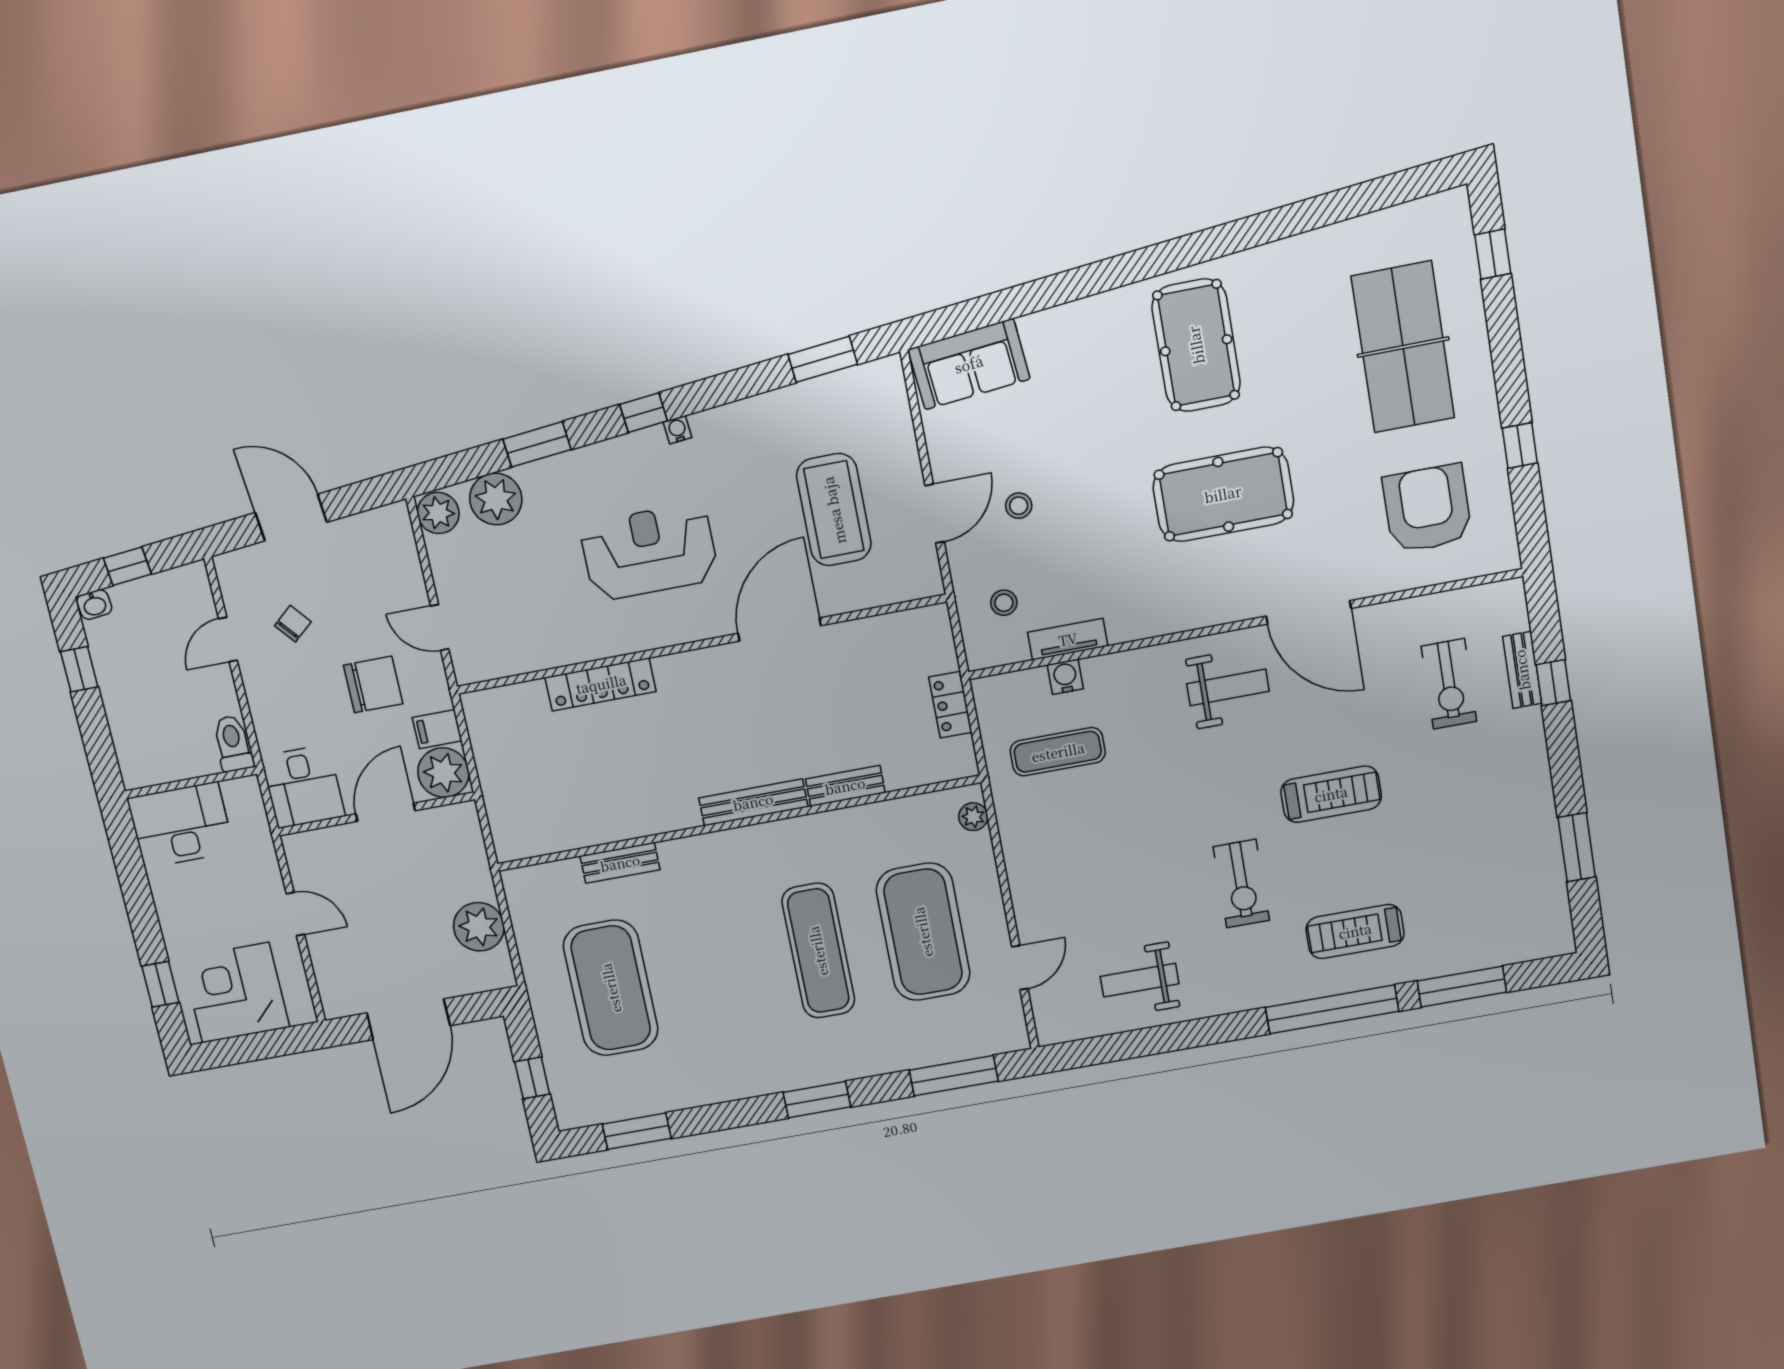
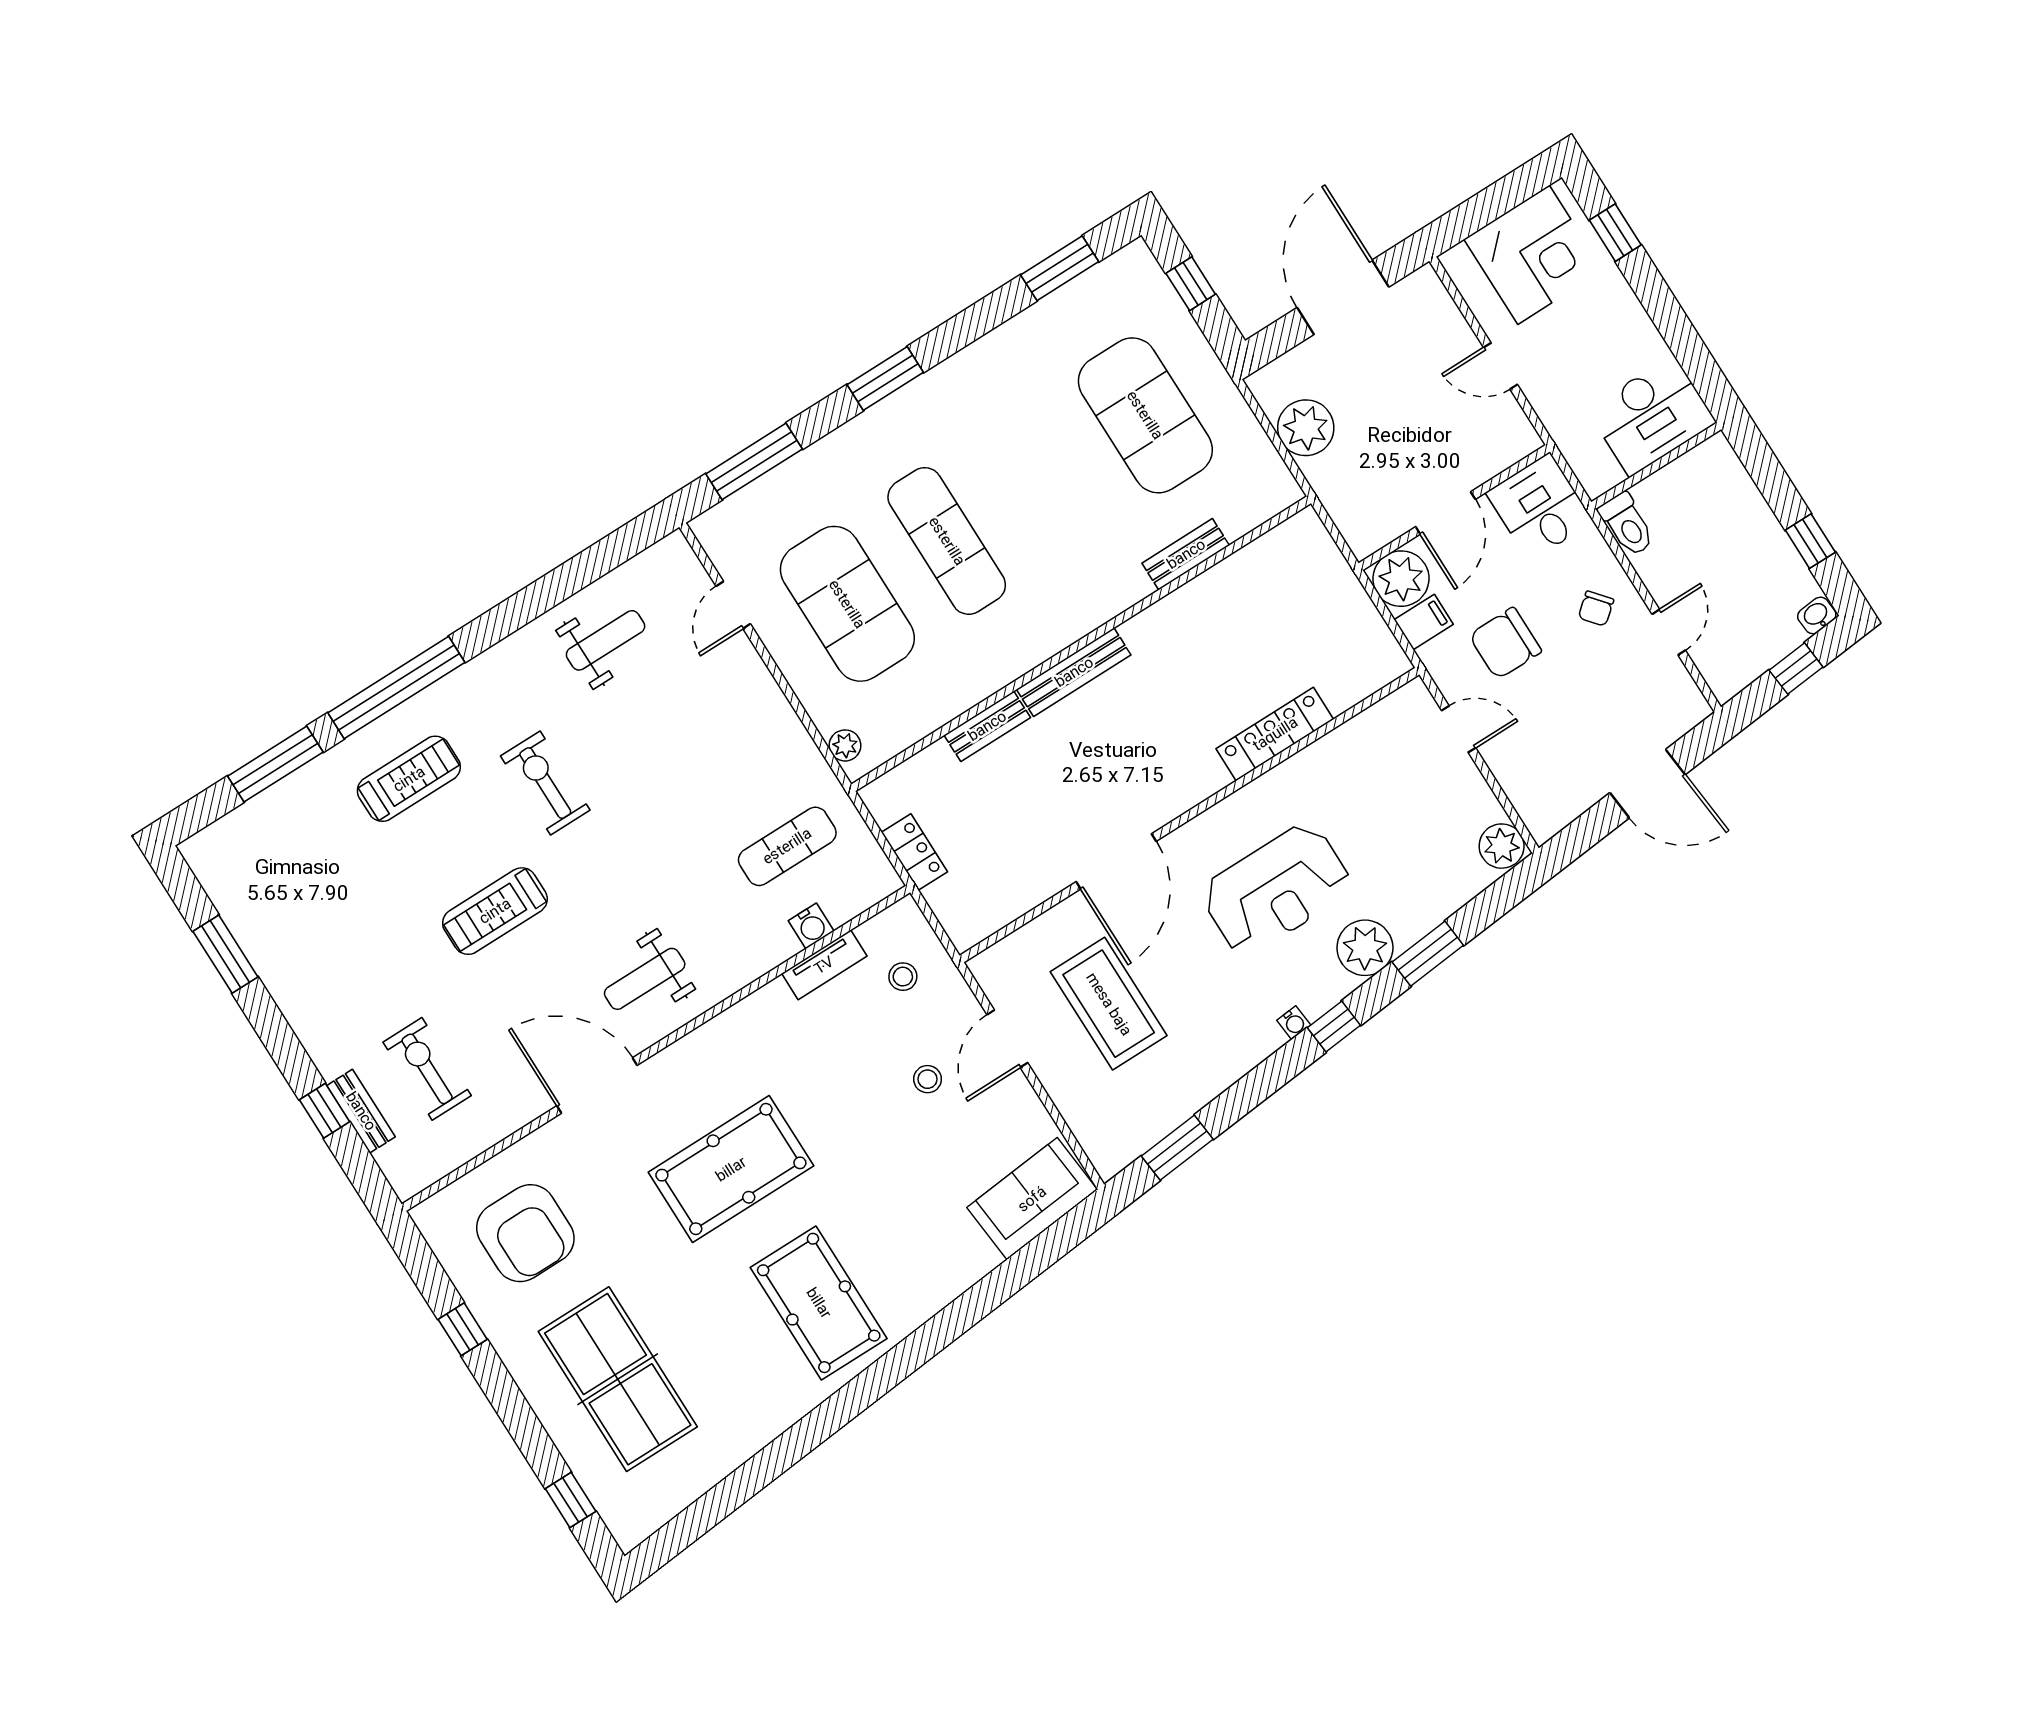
plant: (496, 499) -> (1365, 948), moved
chair: (293, 624) -> (1596, 609), moved

